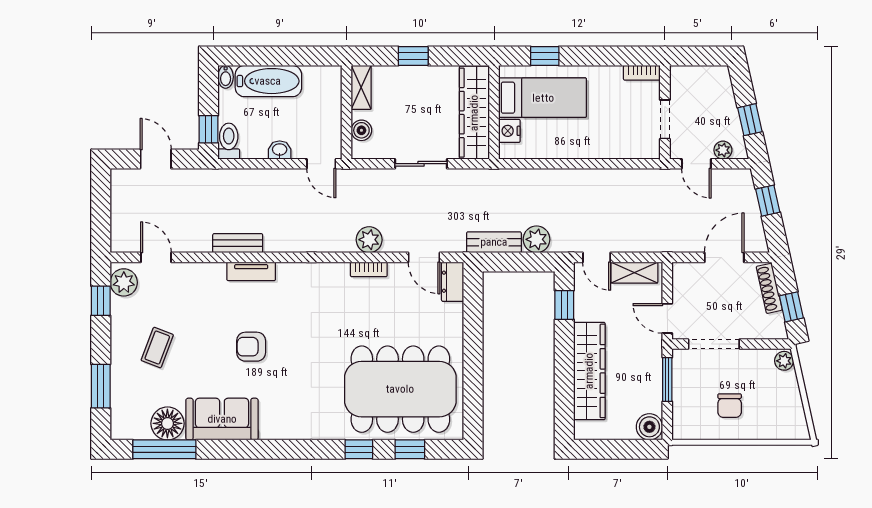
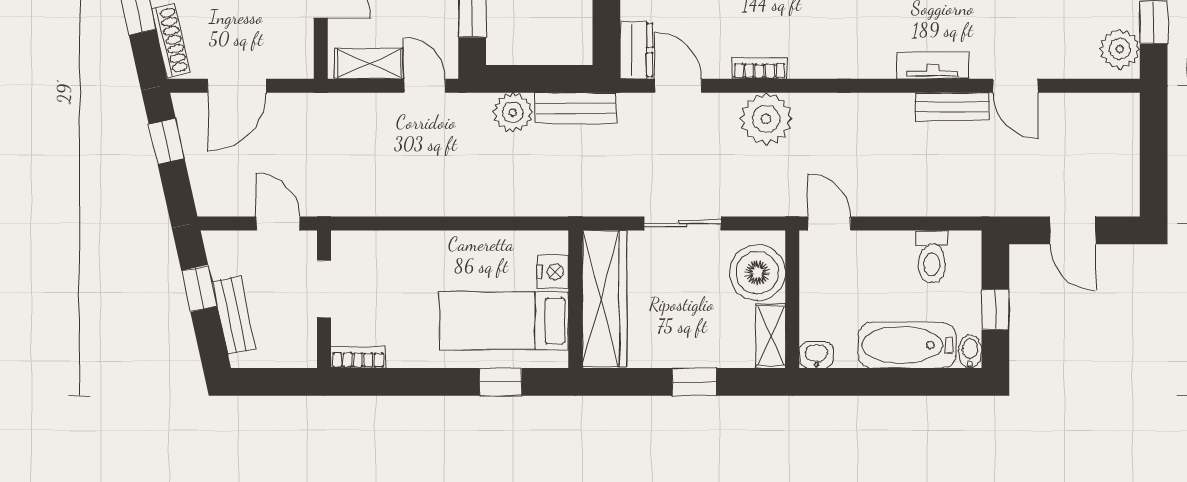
bench: (726, 101) -> (234, 315), added
window: (208, 129) -> (995, 310), moved
boiler: (361, 130) -> (757, 273), width x1.86, depth x1.86
toilet: (229, 141) -> (932, 257), moved
washbasin: (280, 150) -> (816, 355), moved, turned 180
plant: (723, 150) -> (239, 244), removed
window: (768, 201) -> (167, 141), moved
plant: (369, 240) -> (766, 119), width x1.36, depth x1.36
door: (156, 257) -> (1016, 86), moved

